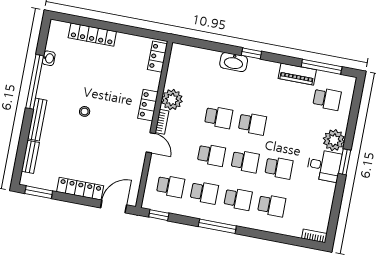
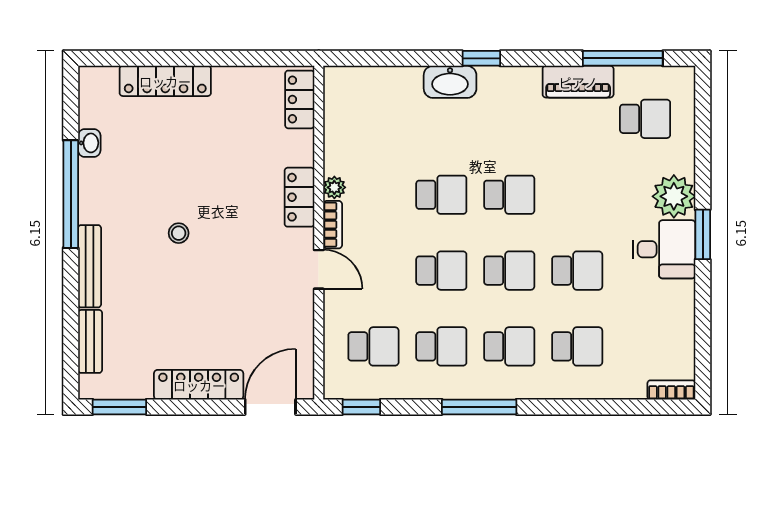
plant: (172, 100) -> (334, 187), width x0.53, depth x0.53

